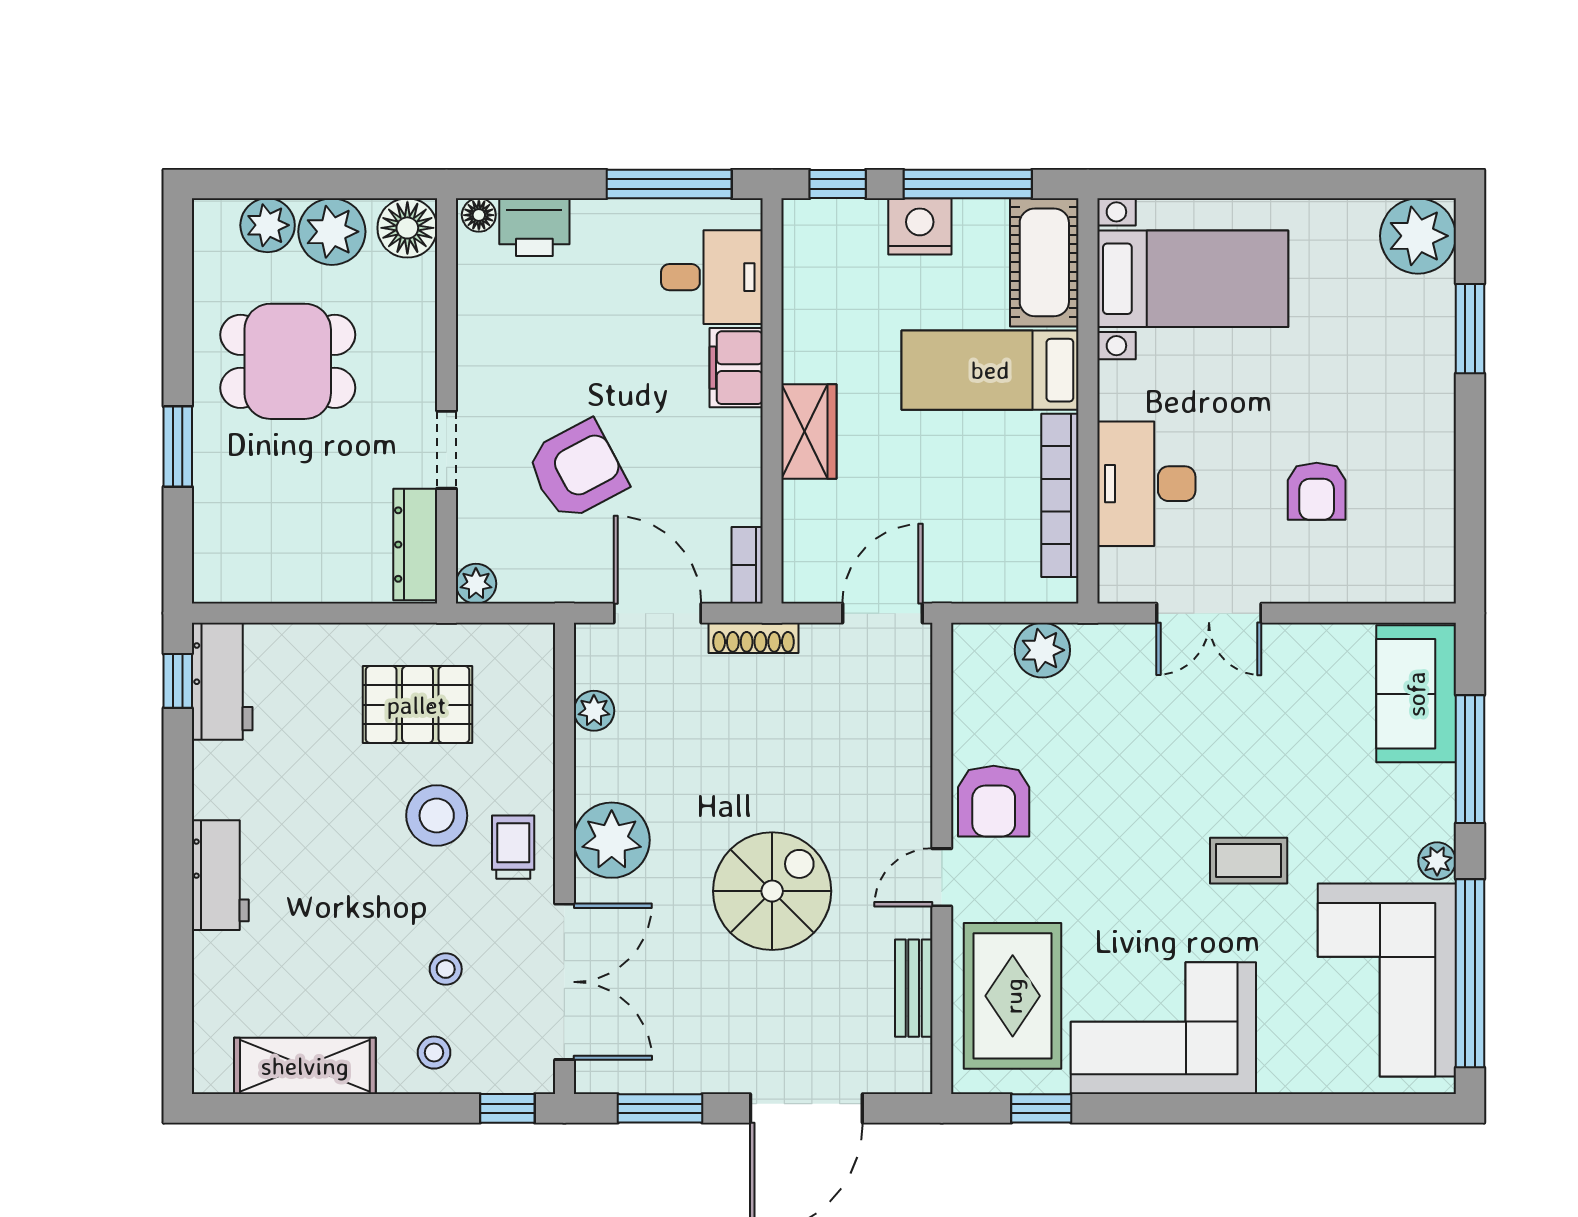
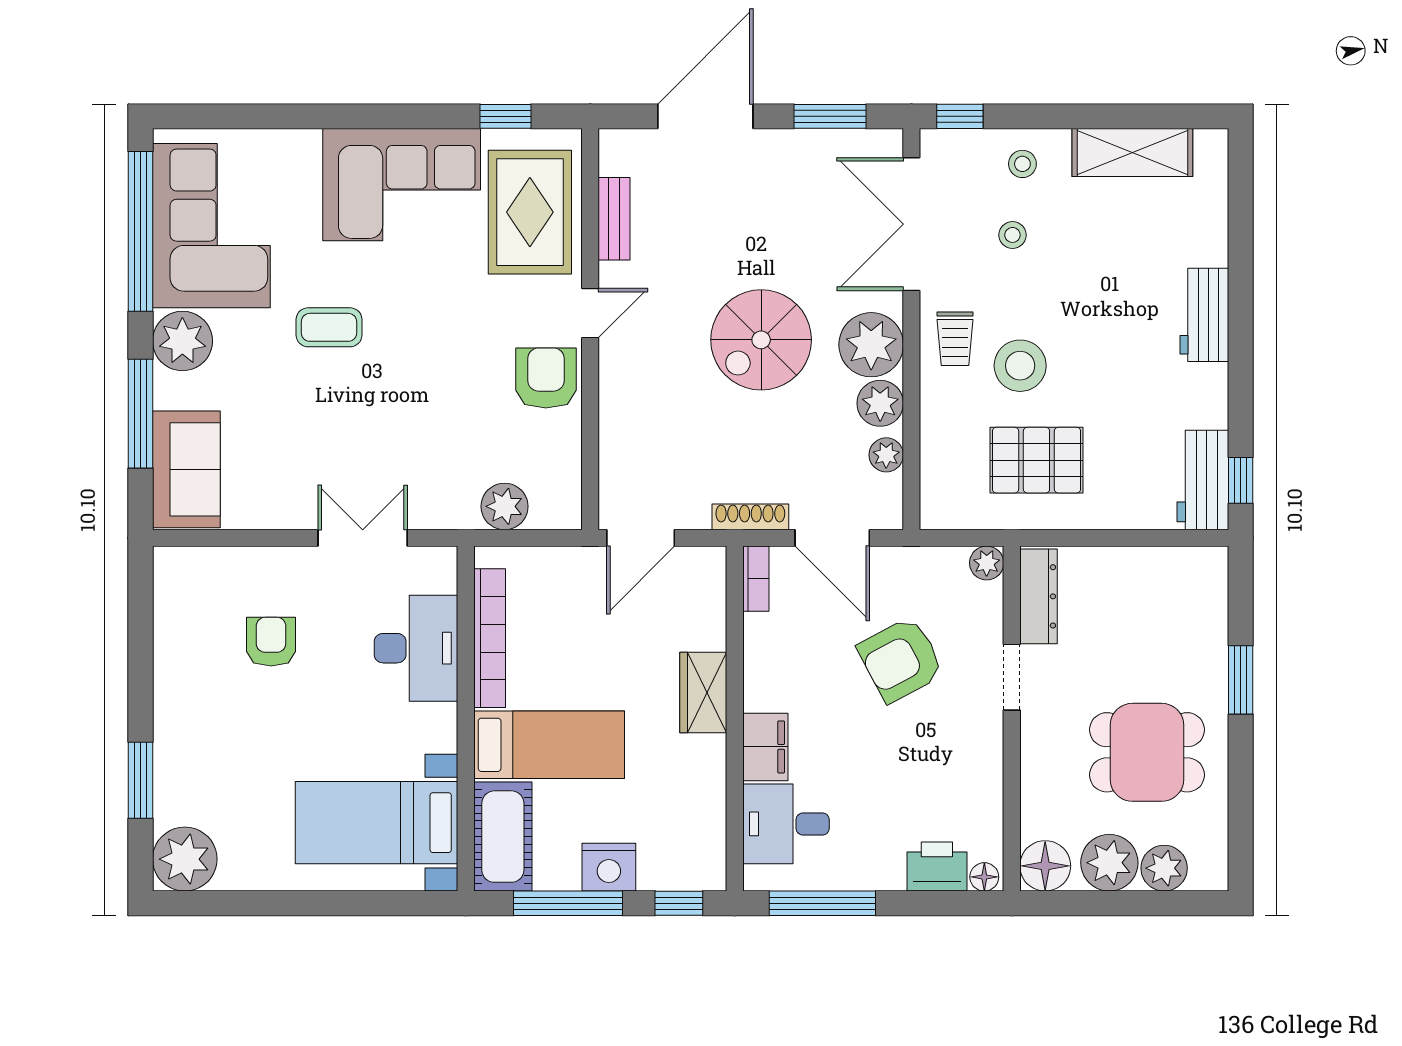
plant: (601, 771) -> (880, 403), added
plant: (1437, 861) -> (182, 341), width x1.87, depth x1.87
spiral stairs: (772, 891) -> (761, 340), moved

